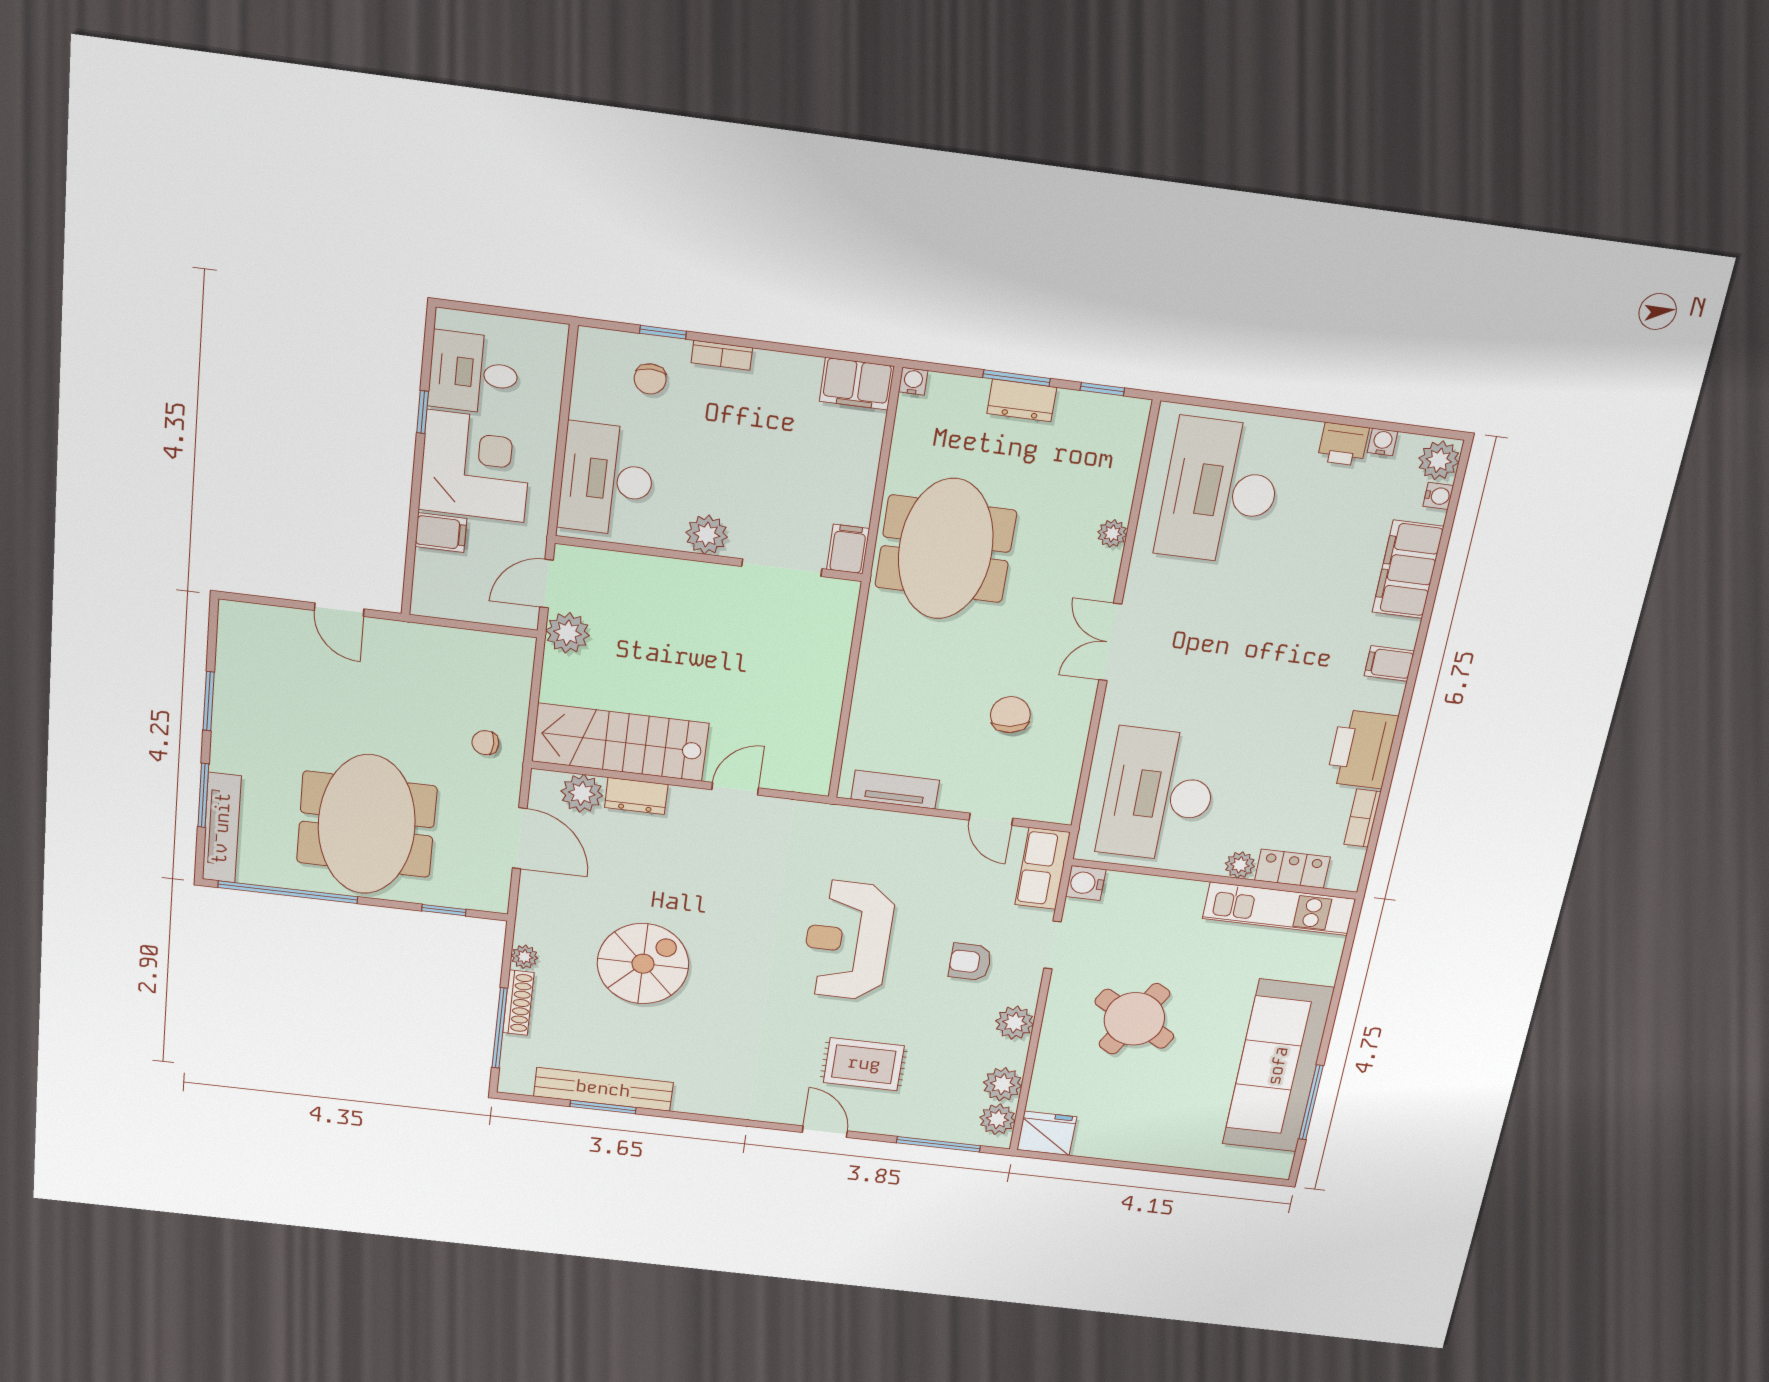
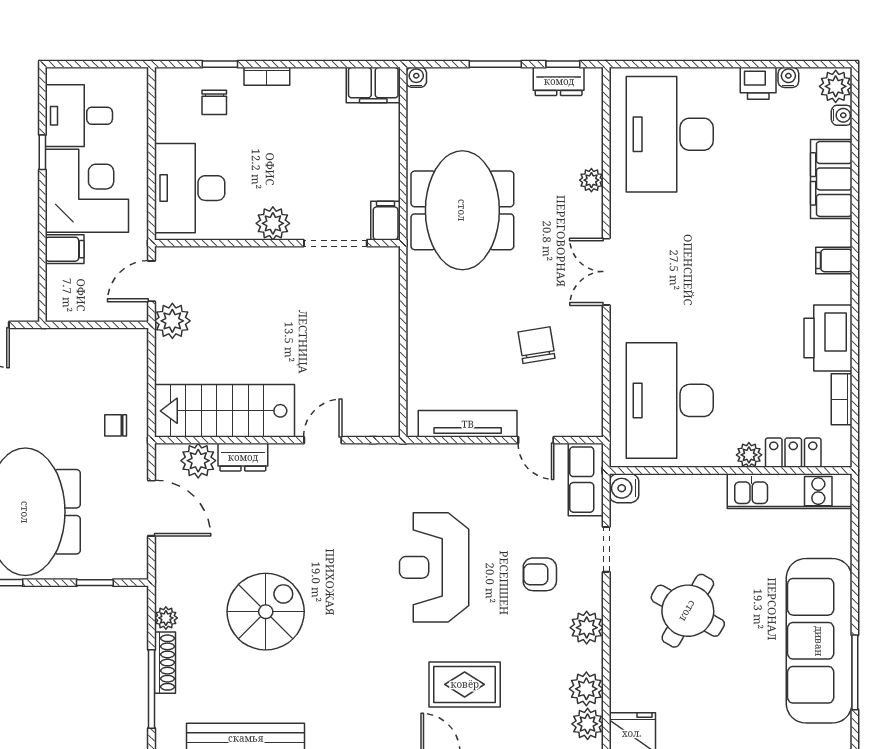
dresser: (1022, 400) -> (559, 81), moved
tv unit: (895, 790) -> (468, 424), width x1.41

